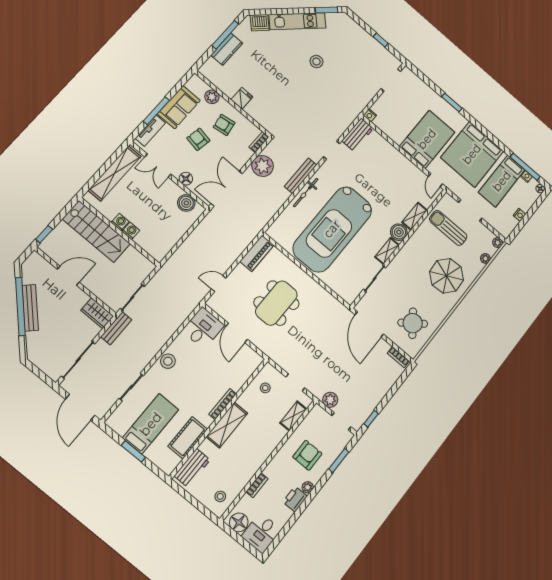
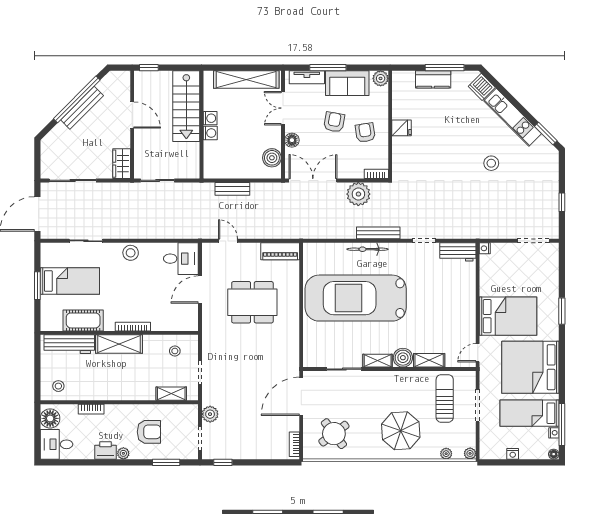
plant: (212, 97) -> (381, 78), moved
bench: (116, 328) -> (232, 189), moved
workbench: (192, 468) -> (69, 344), width x1.38

